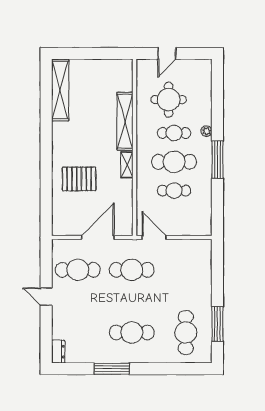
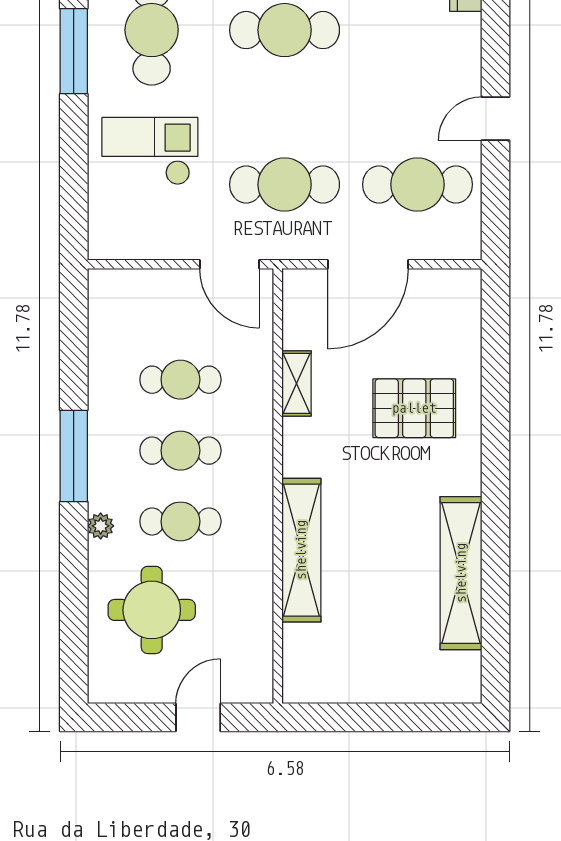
shelving: (60, 90) -> (461, 573), moved
round table: (169, 100) -> (152, 610), moved
cafe table: (174, 162) -> (180, 451), width x0.73, depth x0.74
shelving: (127, 165) -> (297, 383), moved
checkout: (186, 283) -> (150, 151), added
door: (46, 297) -> (495, 119), swing flipped

